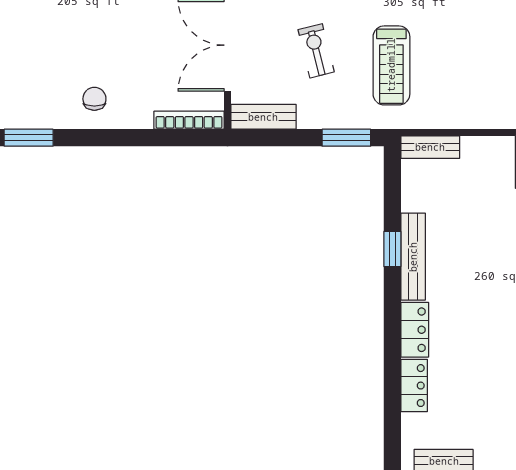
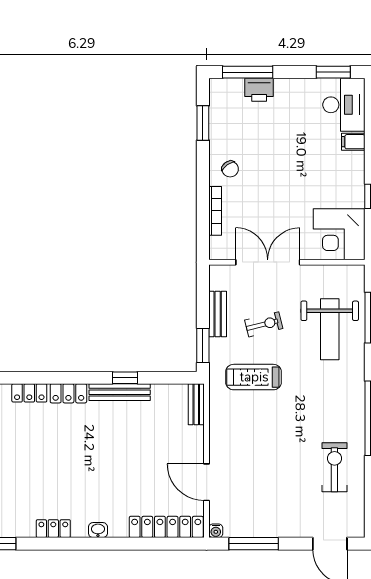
chair: (94, 99) -> (230, 169), turned 54
bench: (263, 117) -> (218, 314), moved
bookcase: (189, 120) -> (215, 211), moved

